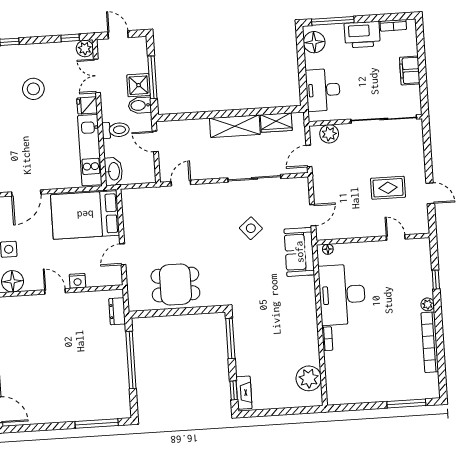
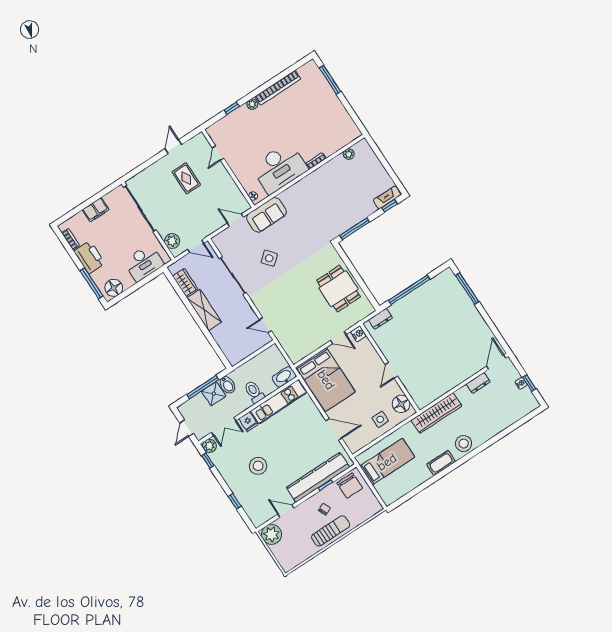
door: (155, 141) -> (246, 360), removed
nightstand: (77, 281) -> (359, 334), moved
plant: (309, 378) -> (349, 154), width x0.53, depth x0.53

